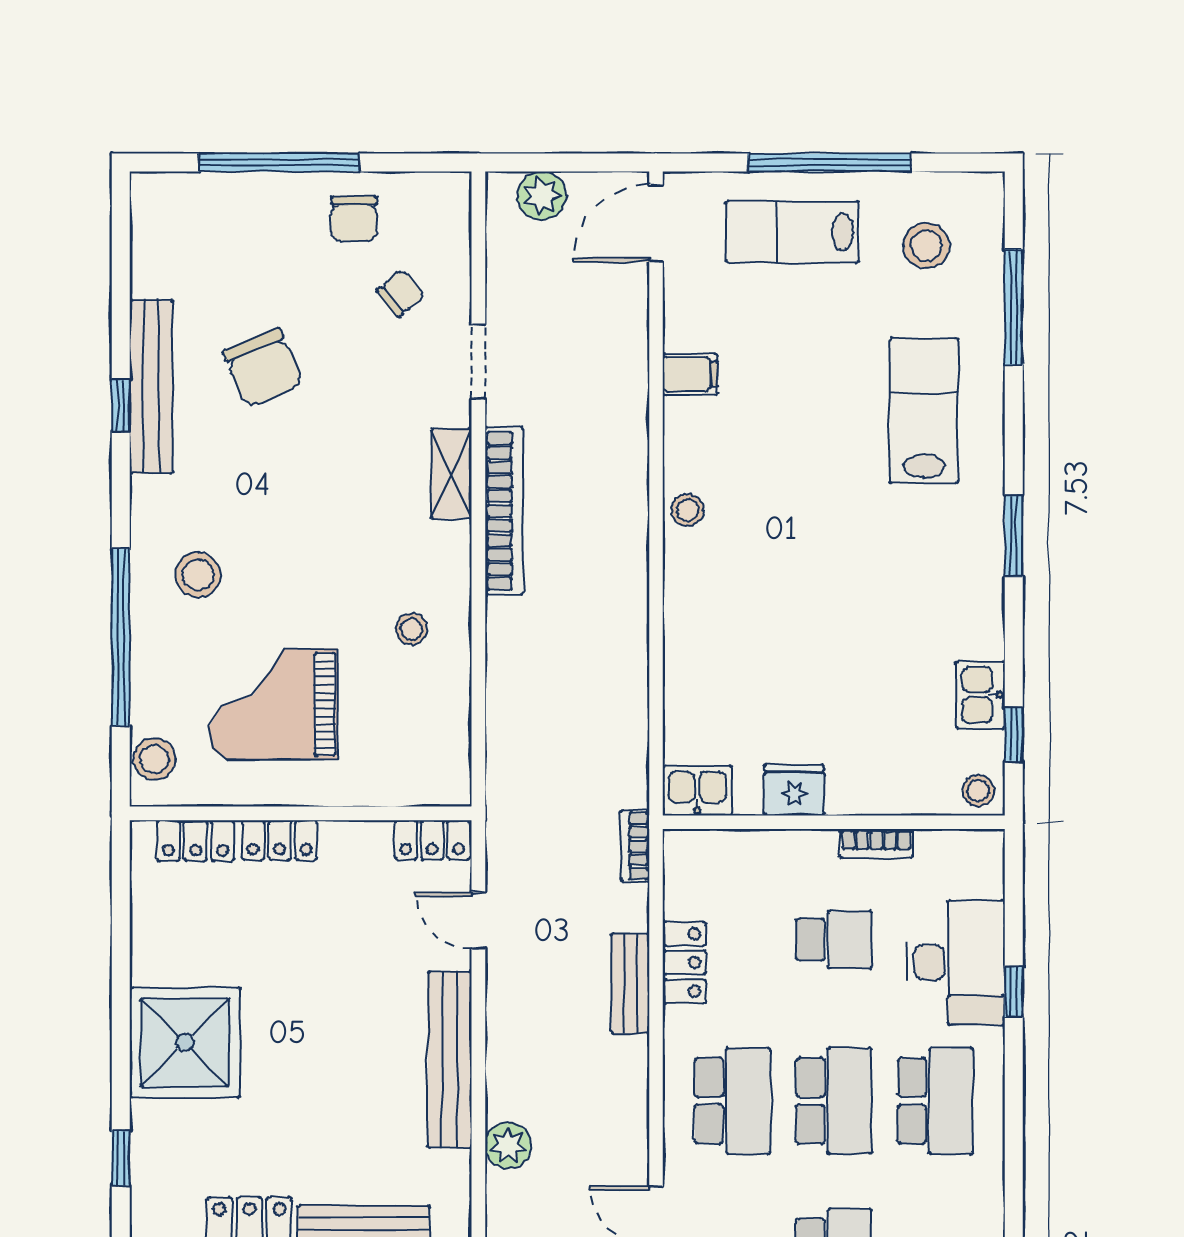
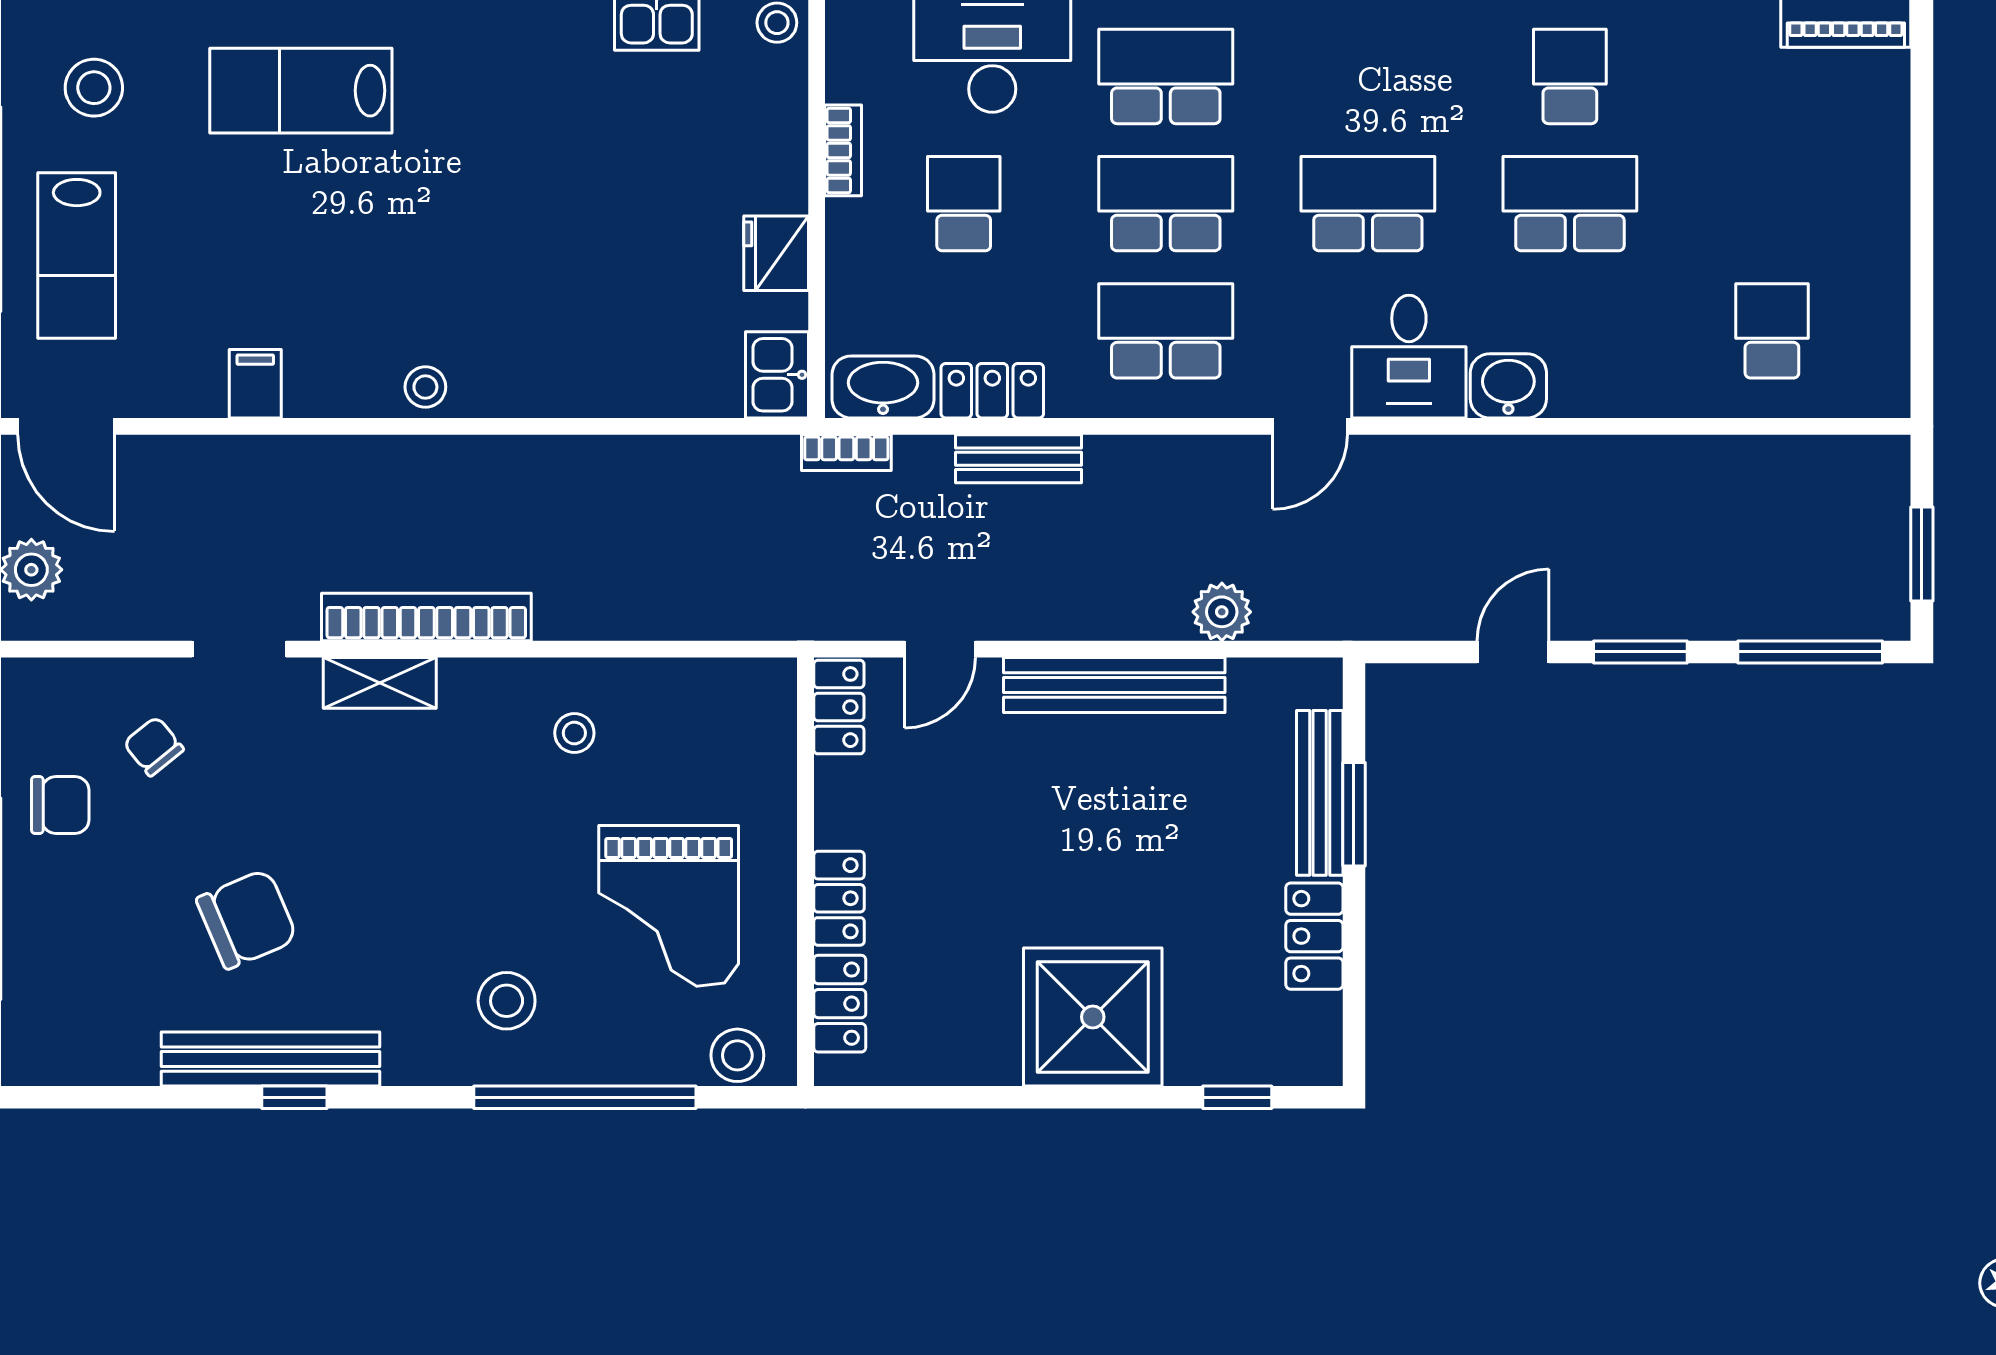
washbasin: (688, 875) -> (883, 387), added

